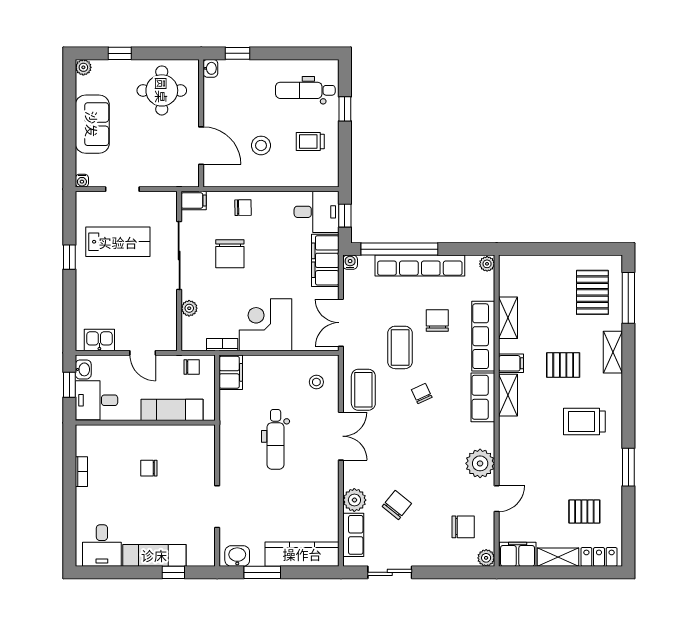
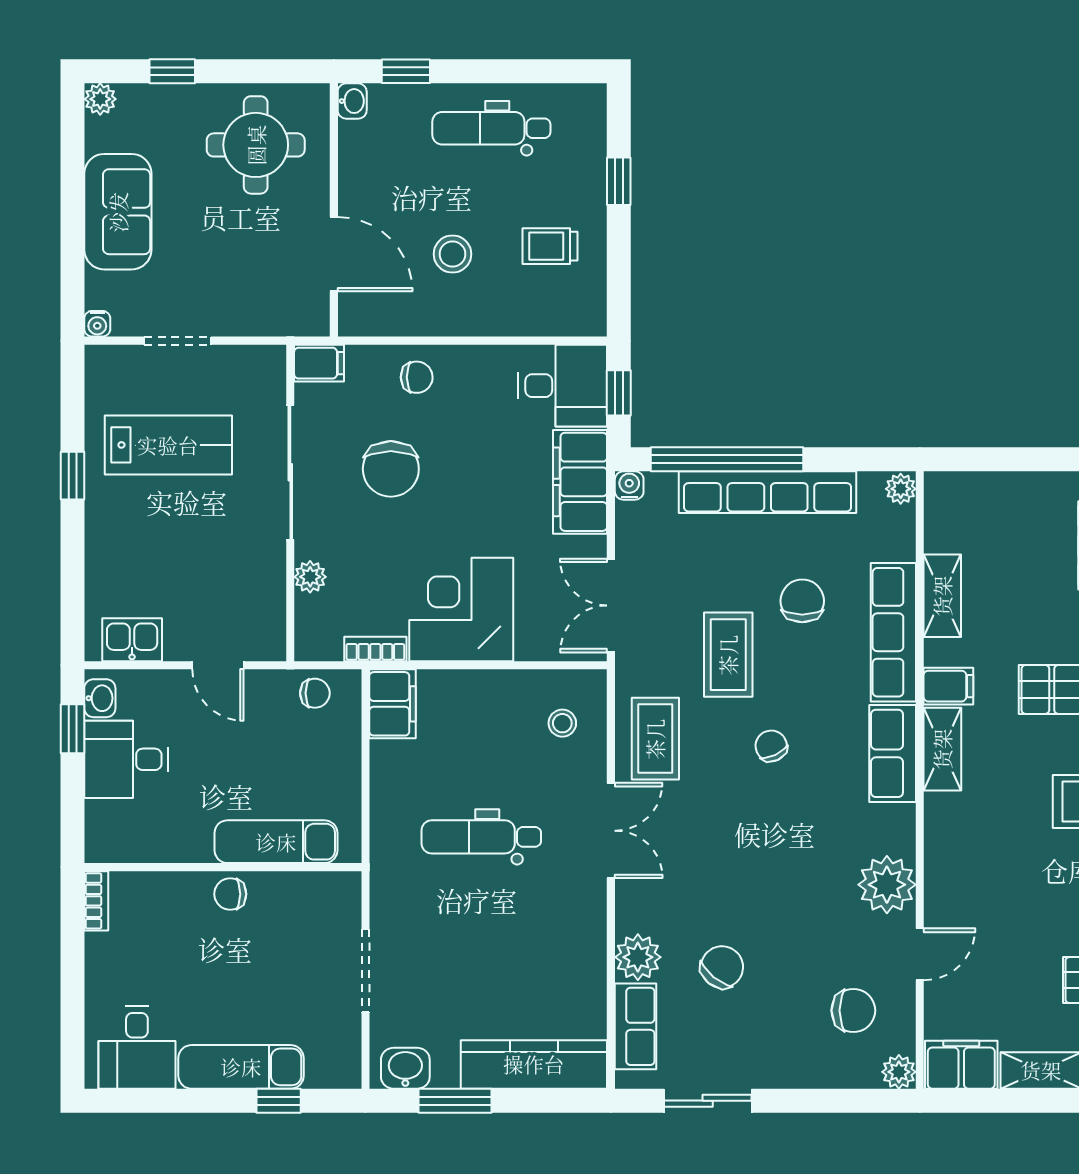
dental chair: (305, 90) -> (491, 128), moved
exam couch: (172, 410) -> (276, 842), moved
wall: (145, 423) -> (223, 867), moved
dental chair: (276, 439) -> (481, 837), turned 90

